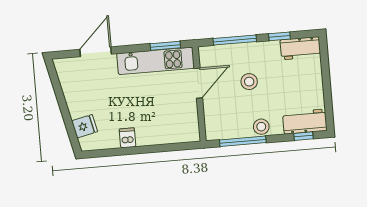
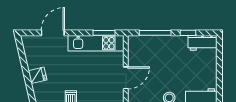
stool: (249, 82) -> (163, 64), removed
door: (198, 83) -> (126, 78), moved
fridge: (85, 126) -> (38, 75), moved

